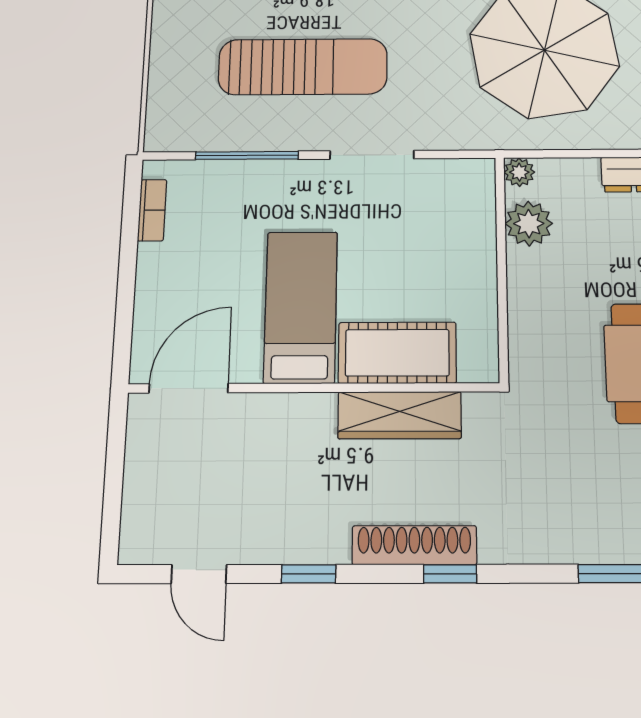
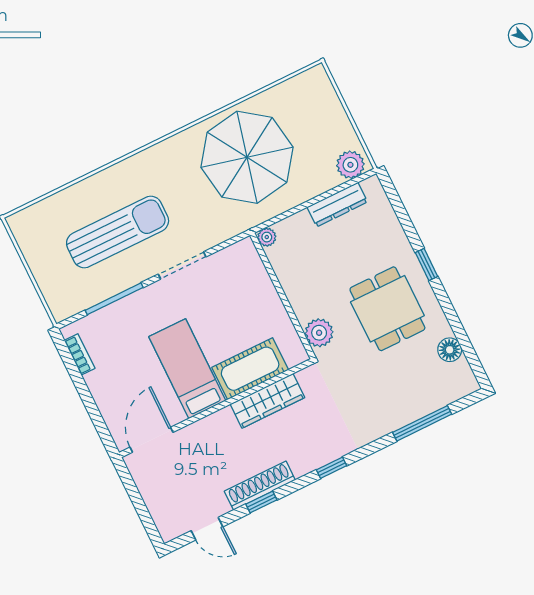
plant: (529, 224) -> (319, 333), moved
shoe rack: (414, 545) -> (260, 486), moved

